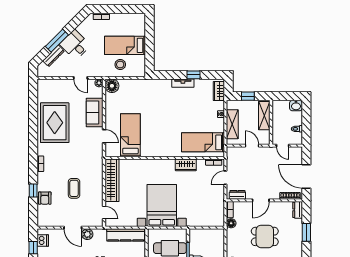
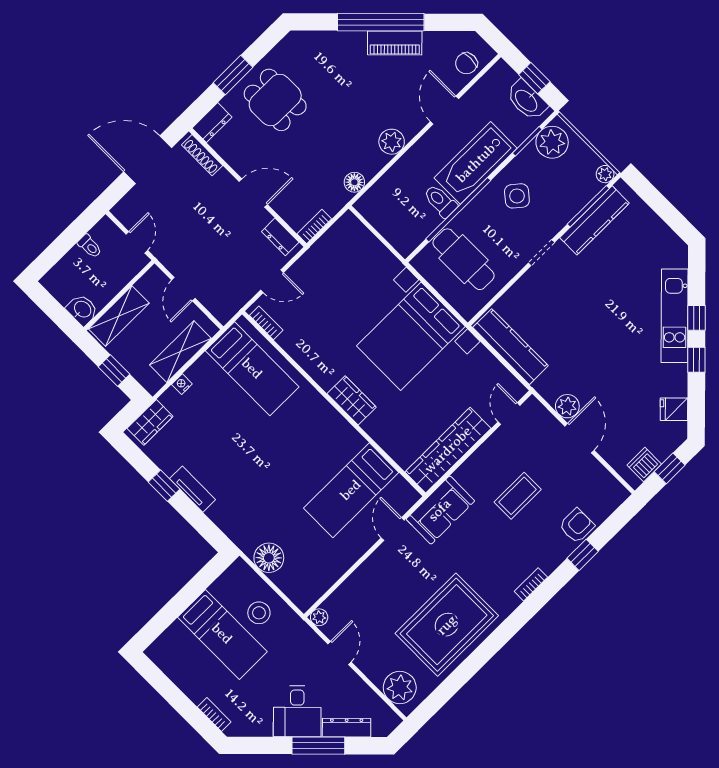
floor lamp: (112, 86) -> (269, 558), moved
plant: (49, 87) -> (400, 688), added
washbasin: (296, 106) -> (82, 310), moved
sofa: (95, 113) -> (440, 510), moved
wardrobe: (186, 165) -> (352, 400), moved
door: (306, 176) -> (148, 160), swing flipped
floor lamp: (231, 223) -> (354, 182), moved
dining table: (265, 236) -> (275, 100), moved

